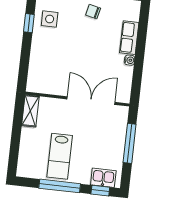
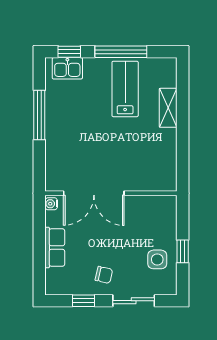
water cooler: (130, 60) -> (51, 204), moved
wall: (77, 99) -> (111, 193), moved
double door: (91, 101) -> (94, 193), moved
shelving: (30, 111) -> (168, 108), moved

